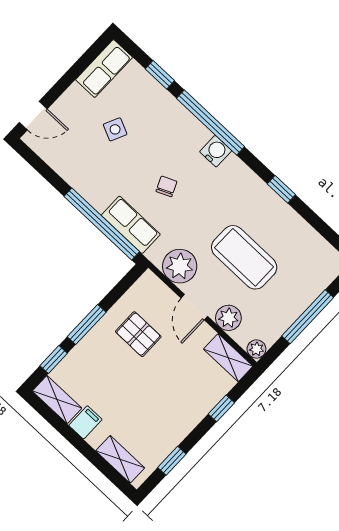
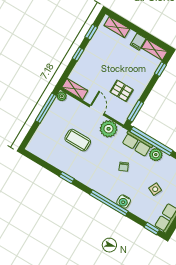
window: (160, 75) -> (152, 228), moved
water cooler: (216, 151) -> (124, 201), moved
coffee table: (244, 257) -> (78, 140), width x0.73, depth x0.76
window: (308, 317) -> (46, 108), moved
plant: (228, 318) -> (156, 155), moved
window: (87, 324) -> (135, 111), moved
window: (221, 408) -> (78, 54), moved

